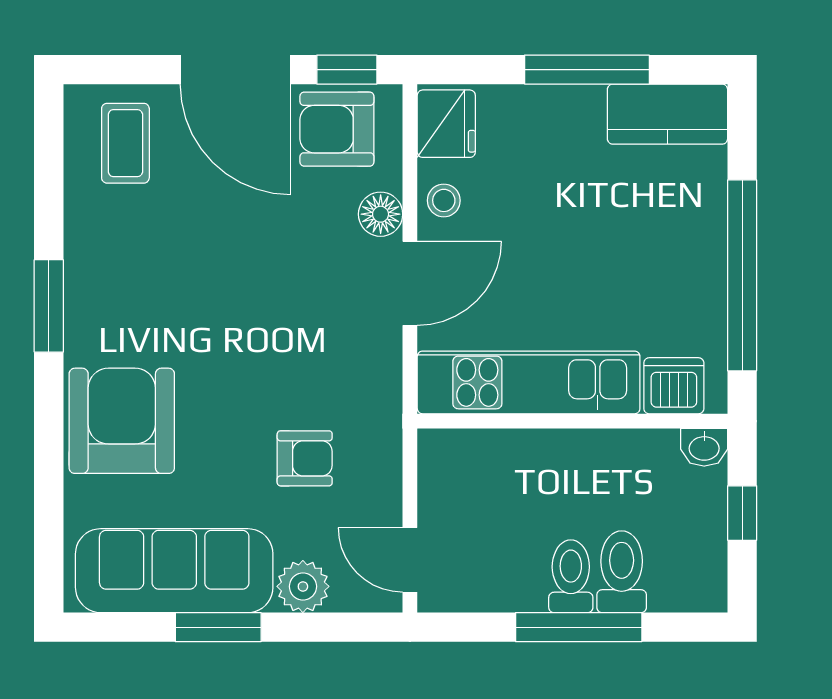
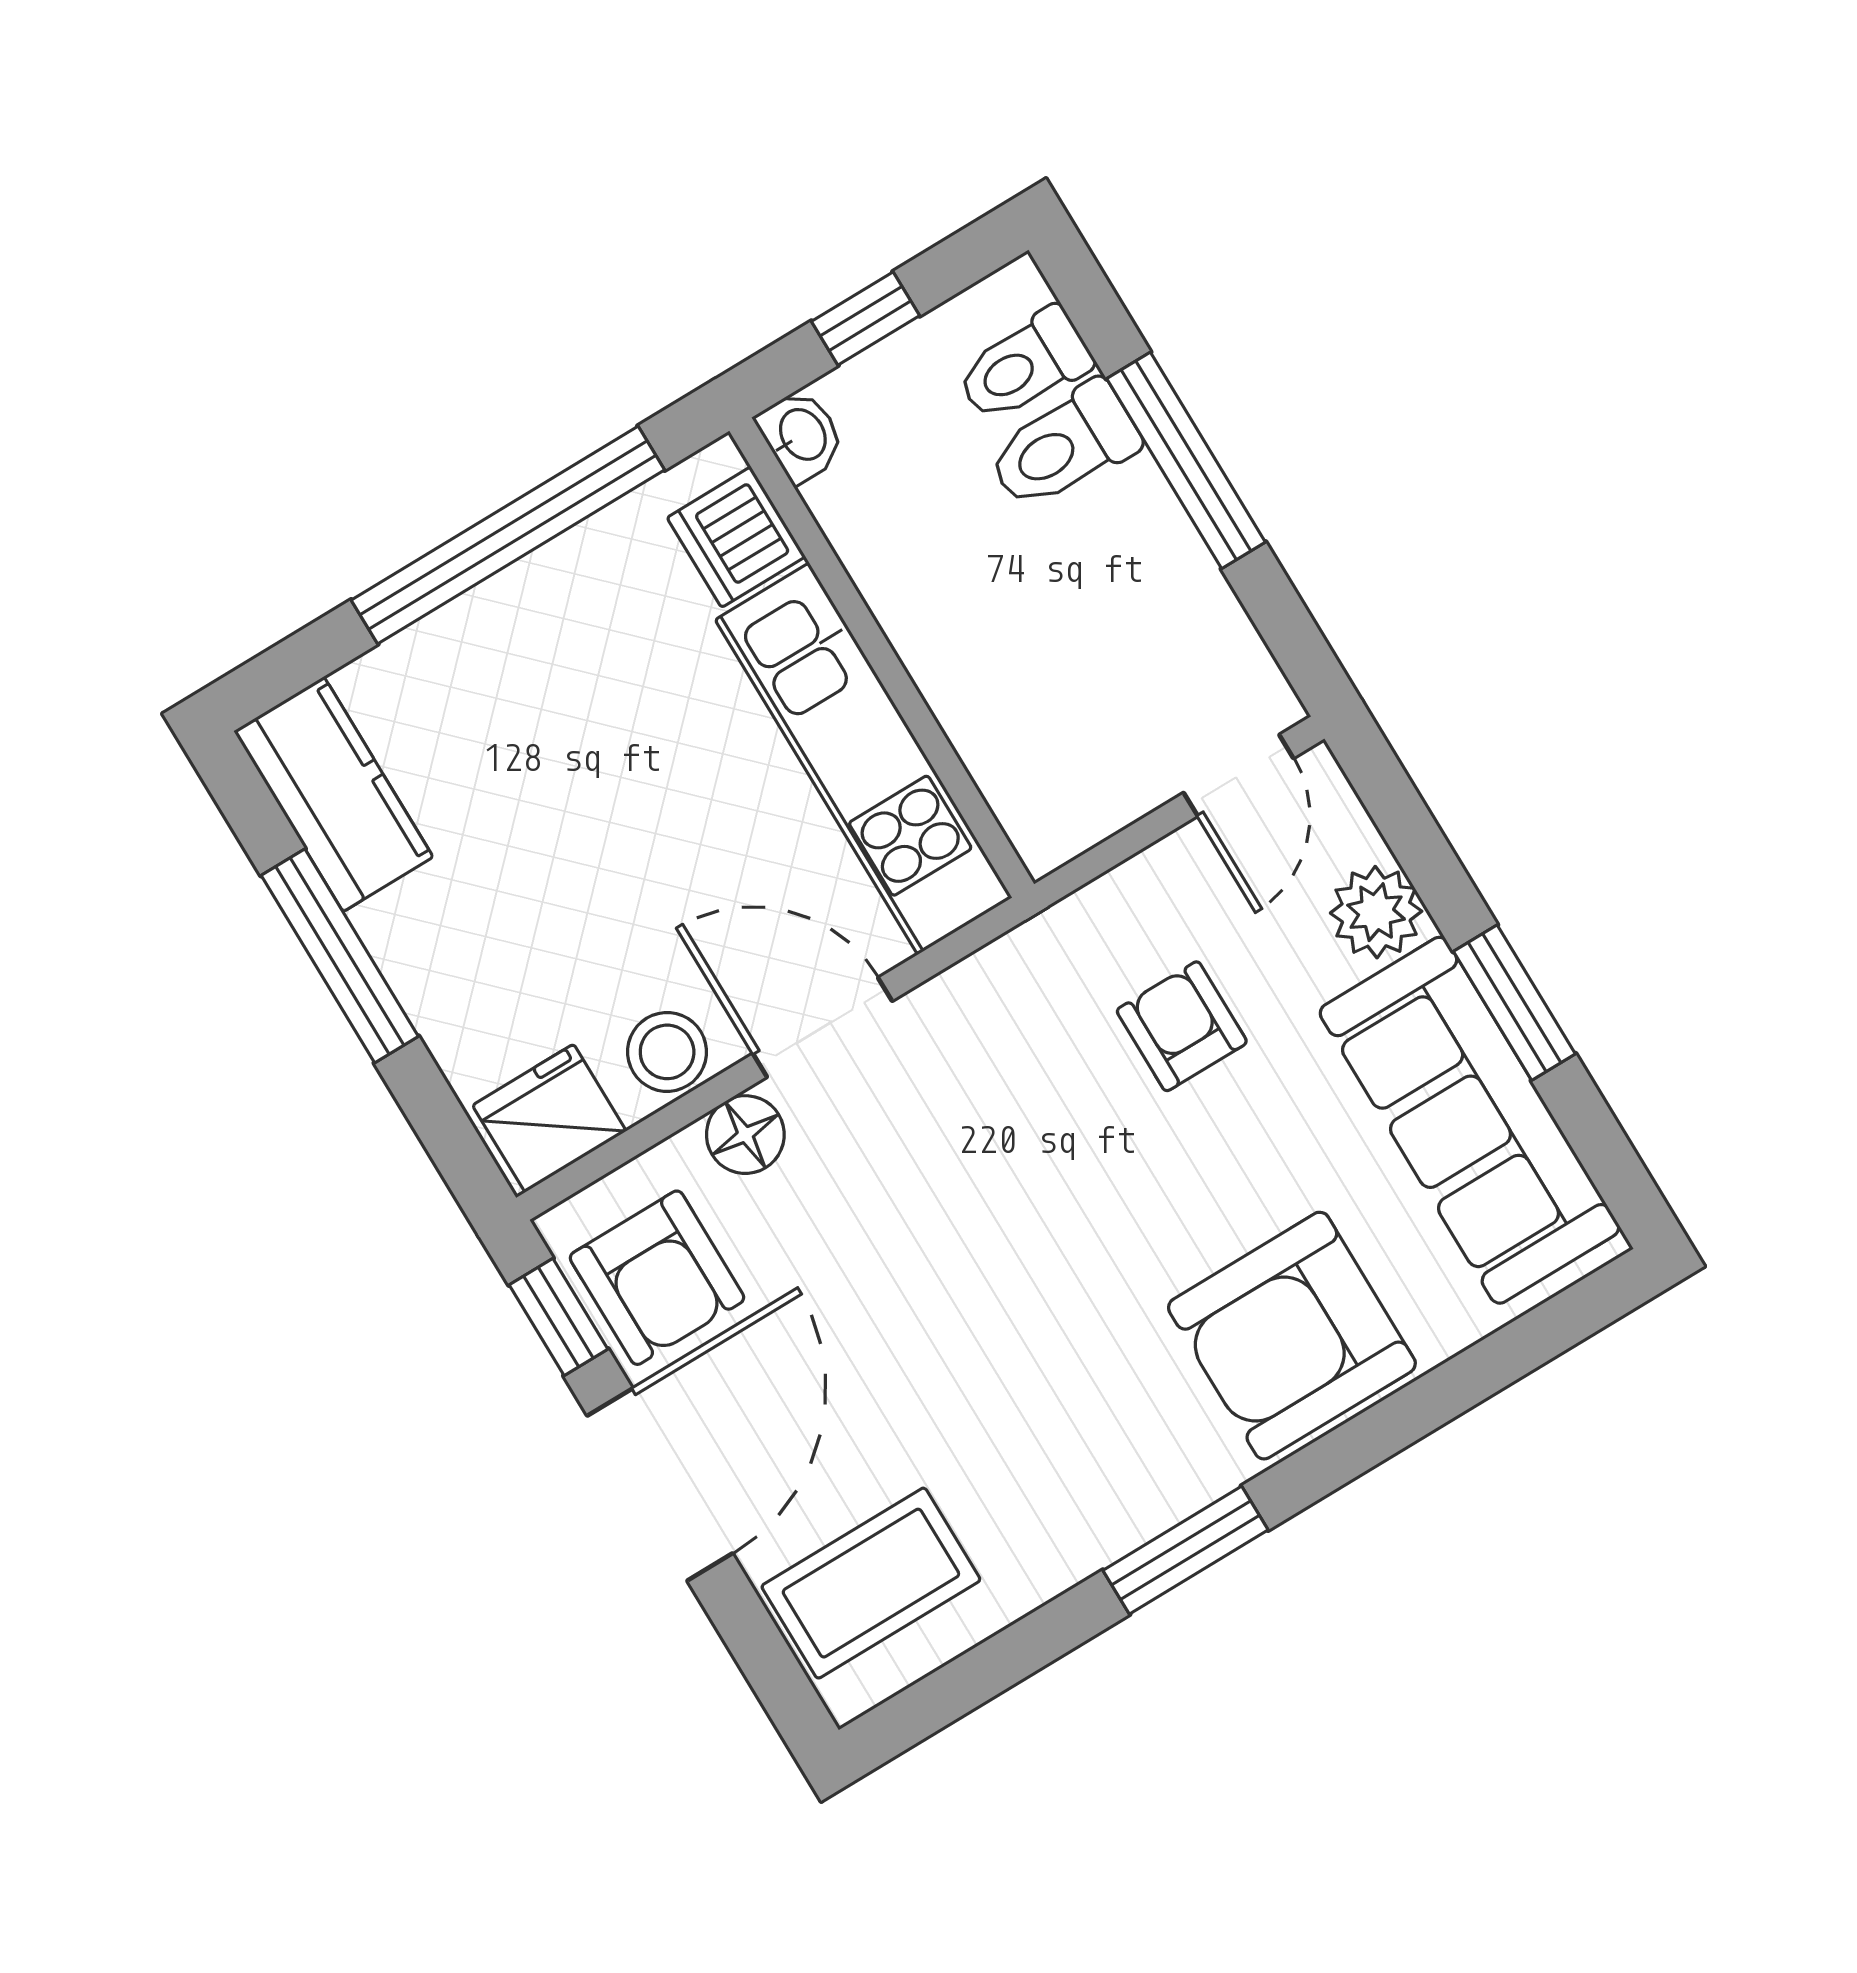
coffee table: (125, 143) -> (871, 1583), width x1.36, depth x1.30
stool: (444, 200) -> (667, 1052), width x1.37, depth x1.37
toilet: (571, 576) -> (1024, 366), moved

